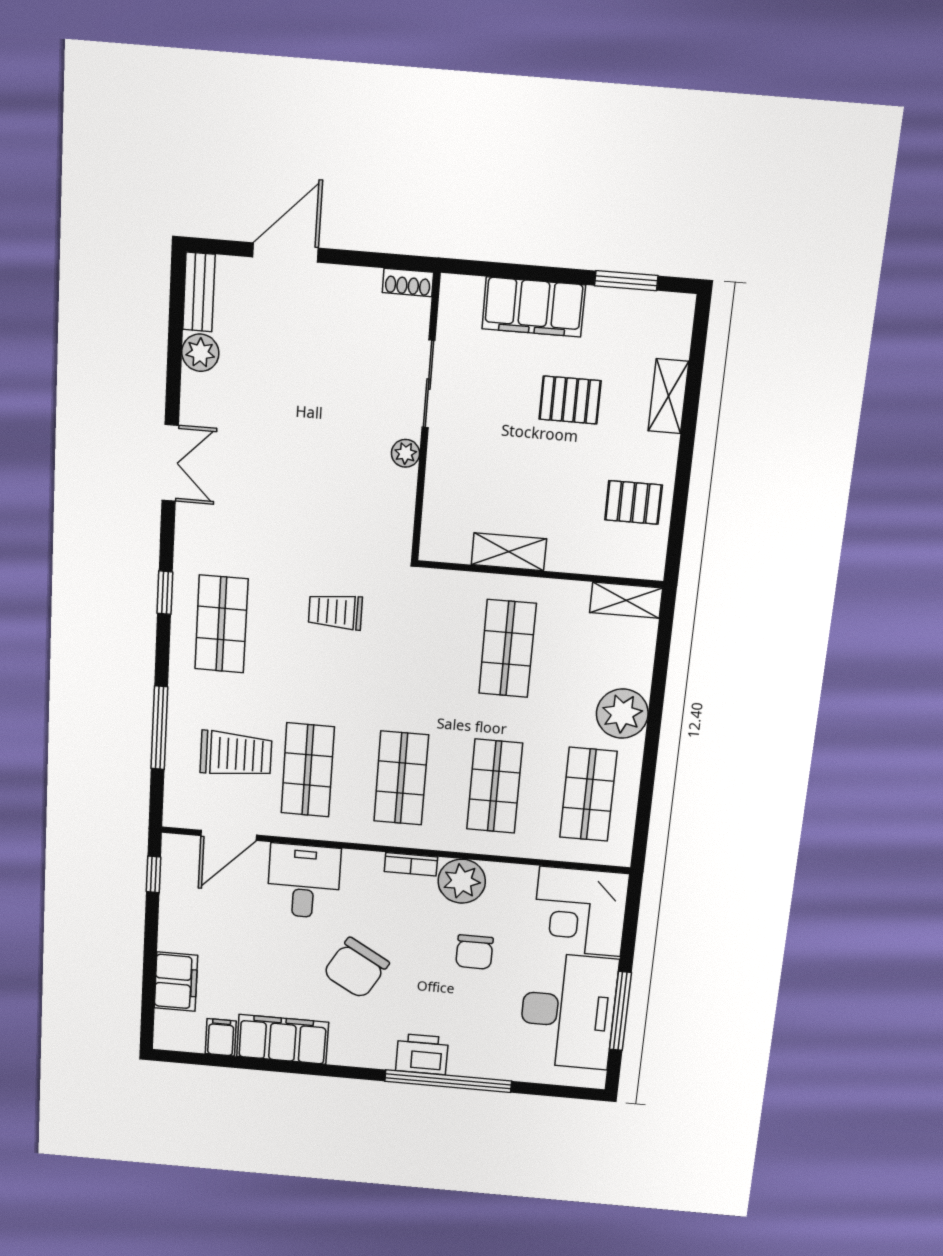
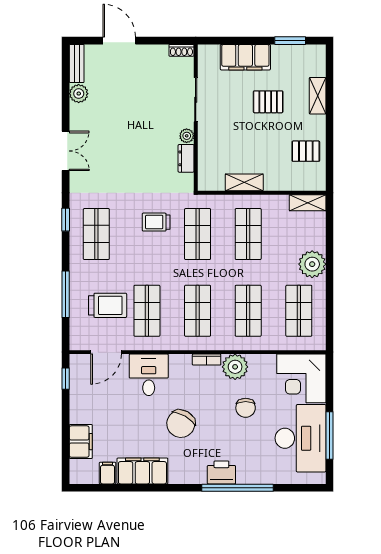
door: (286, 252) -> (119, 41), hinge flipped
dresser: (401, 497) -> (186, 158), added
shop shelf: (412, 640) -> (198, 234), added

